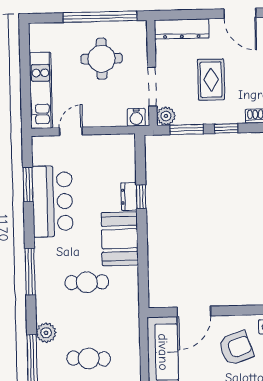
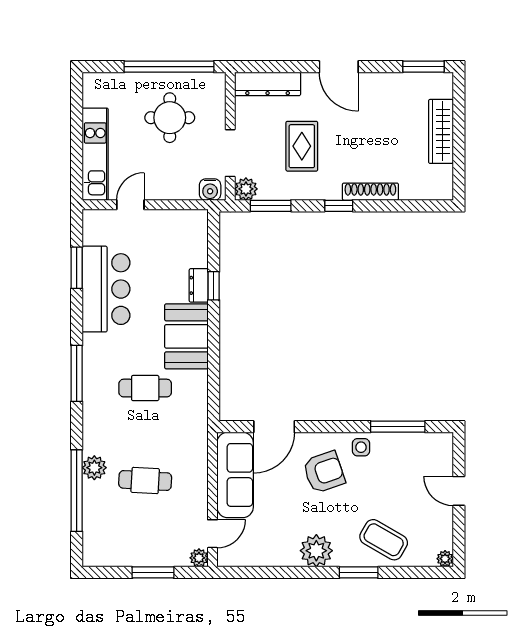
window: (226, 128) -> (339, 206), moved
plant: (46, 333) -> (94, 468), moved

